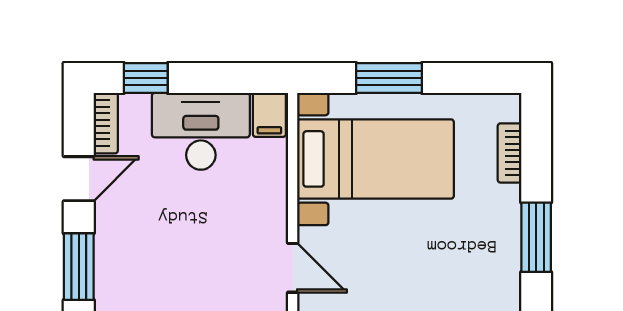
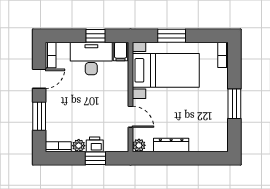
window: (146, 78) -> (96, 36), moved
bookcase: (509, 153) -> (223, 55), moved

